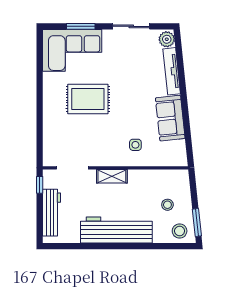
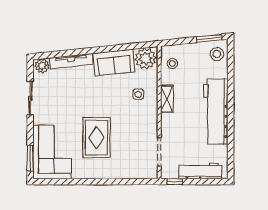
window: (81, 26) -> (30, 158), moved
plant: (175, 153) -> (146, 59), added
shelving: (112, 176) -> (167, 99), moved
stool: (167, 205) -> (172, 63), moved

